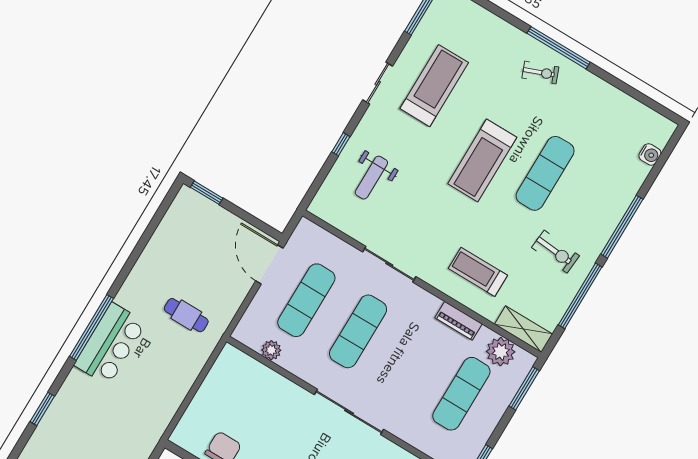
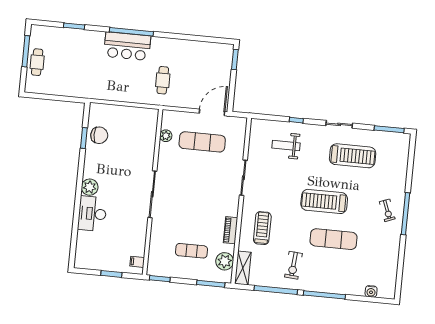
exercise mat: (358, 331) -> (199, 178), removed
exercise mat: (461, 394) -> (191, 251), width x0.73, depth x0.69

